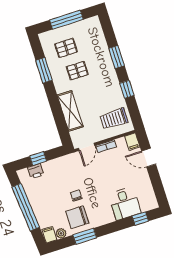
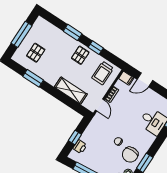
pallet: (77, 71) -> (80, 55), moved

